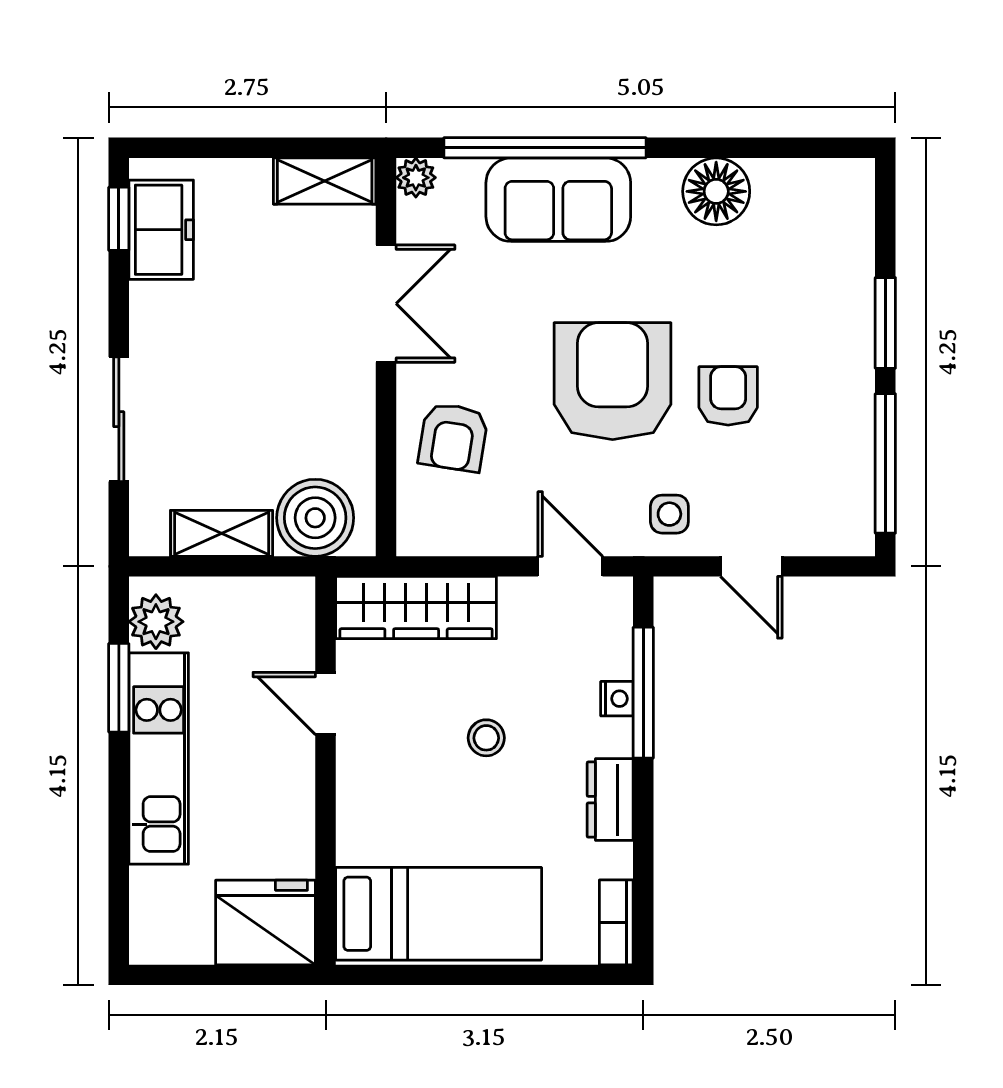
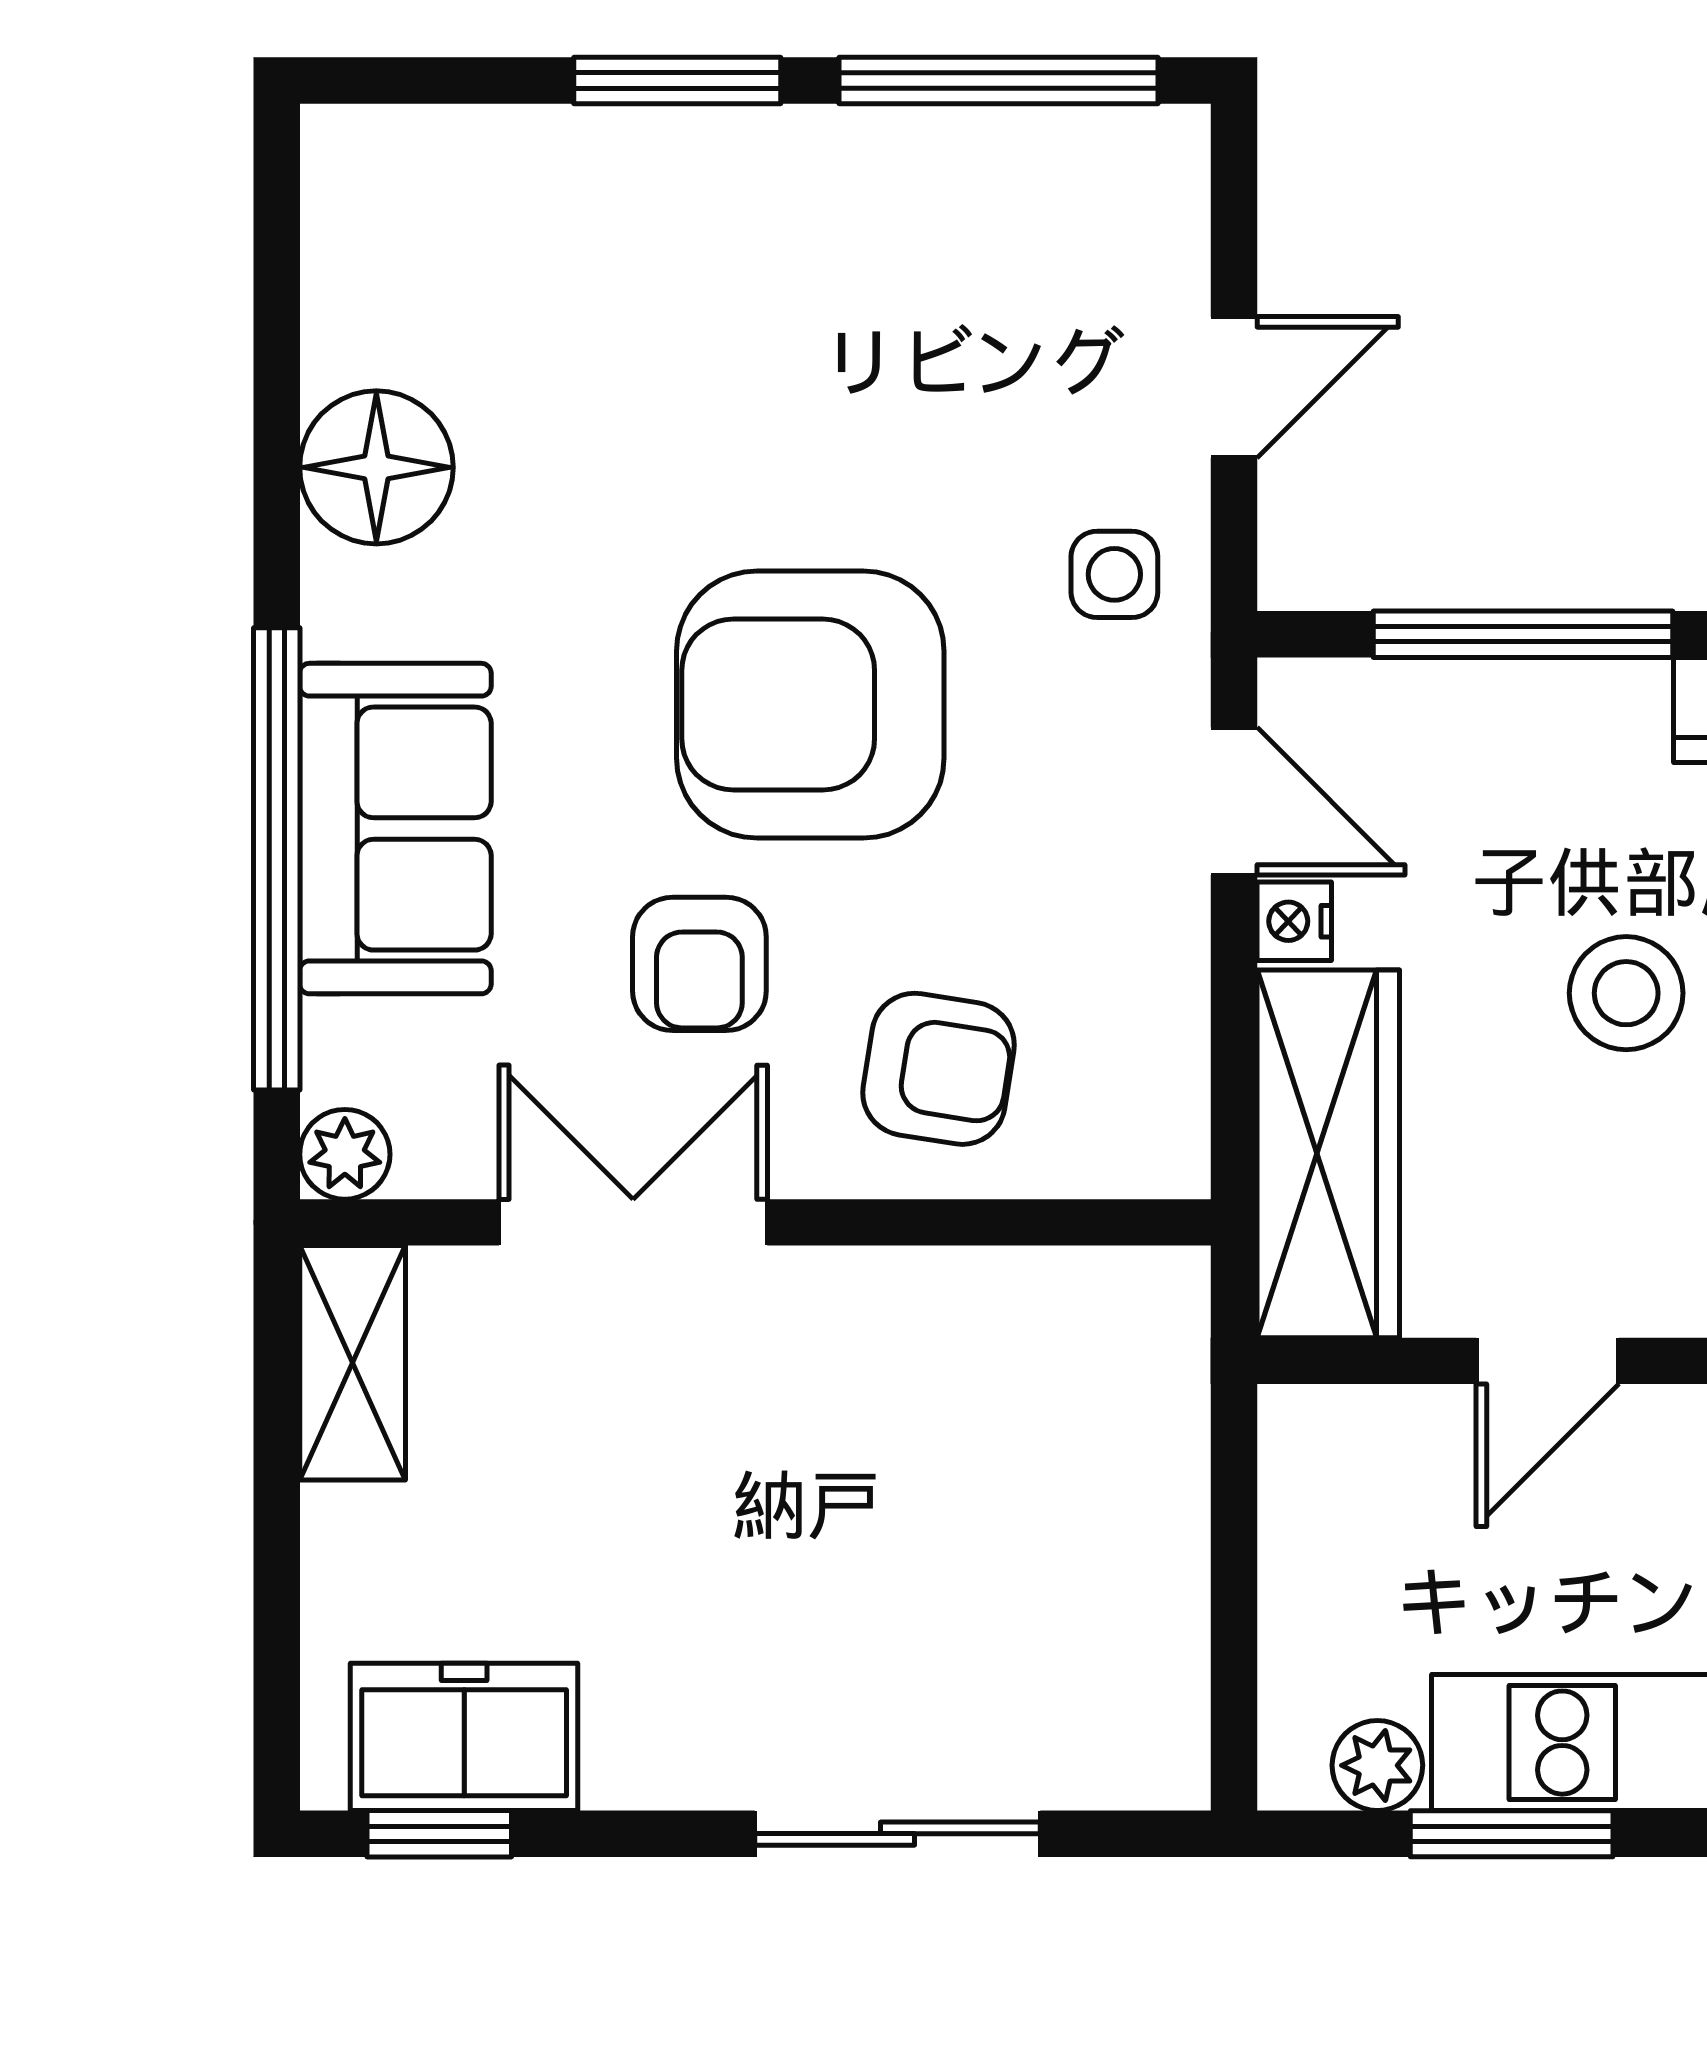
armchair: (728, 396) -> (699, 964), moved, turned -90
boiler: (315, 518) -> (1123, 1385), removed
shelving: (222, 533) -> (1158, 1599), removed
door: (570, 566) -> (1234, 801), swing flipped
plant: (156, 622) -> (1377, 1765), width x0.73, depth x0.73
nightstand: (617, 699) -> (1294, 921), moved, turned -90
stool: (486, 738) -> (1626, 993), width x1.37, depth x1.37

